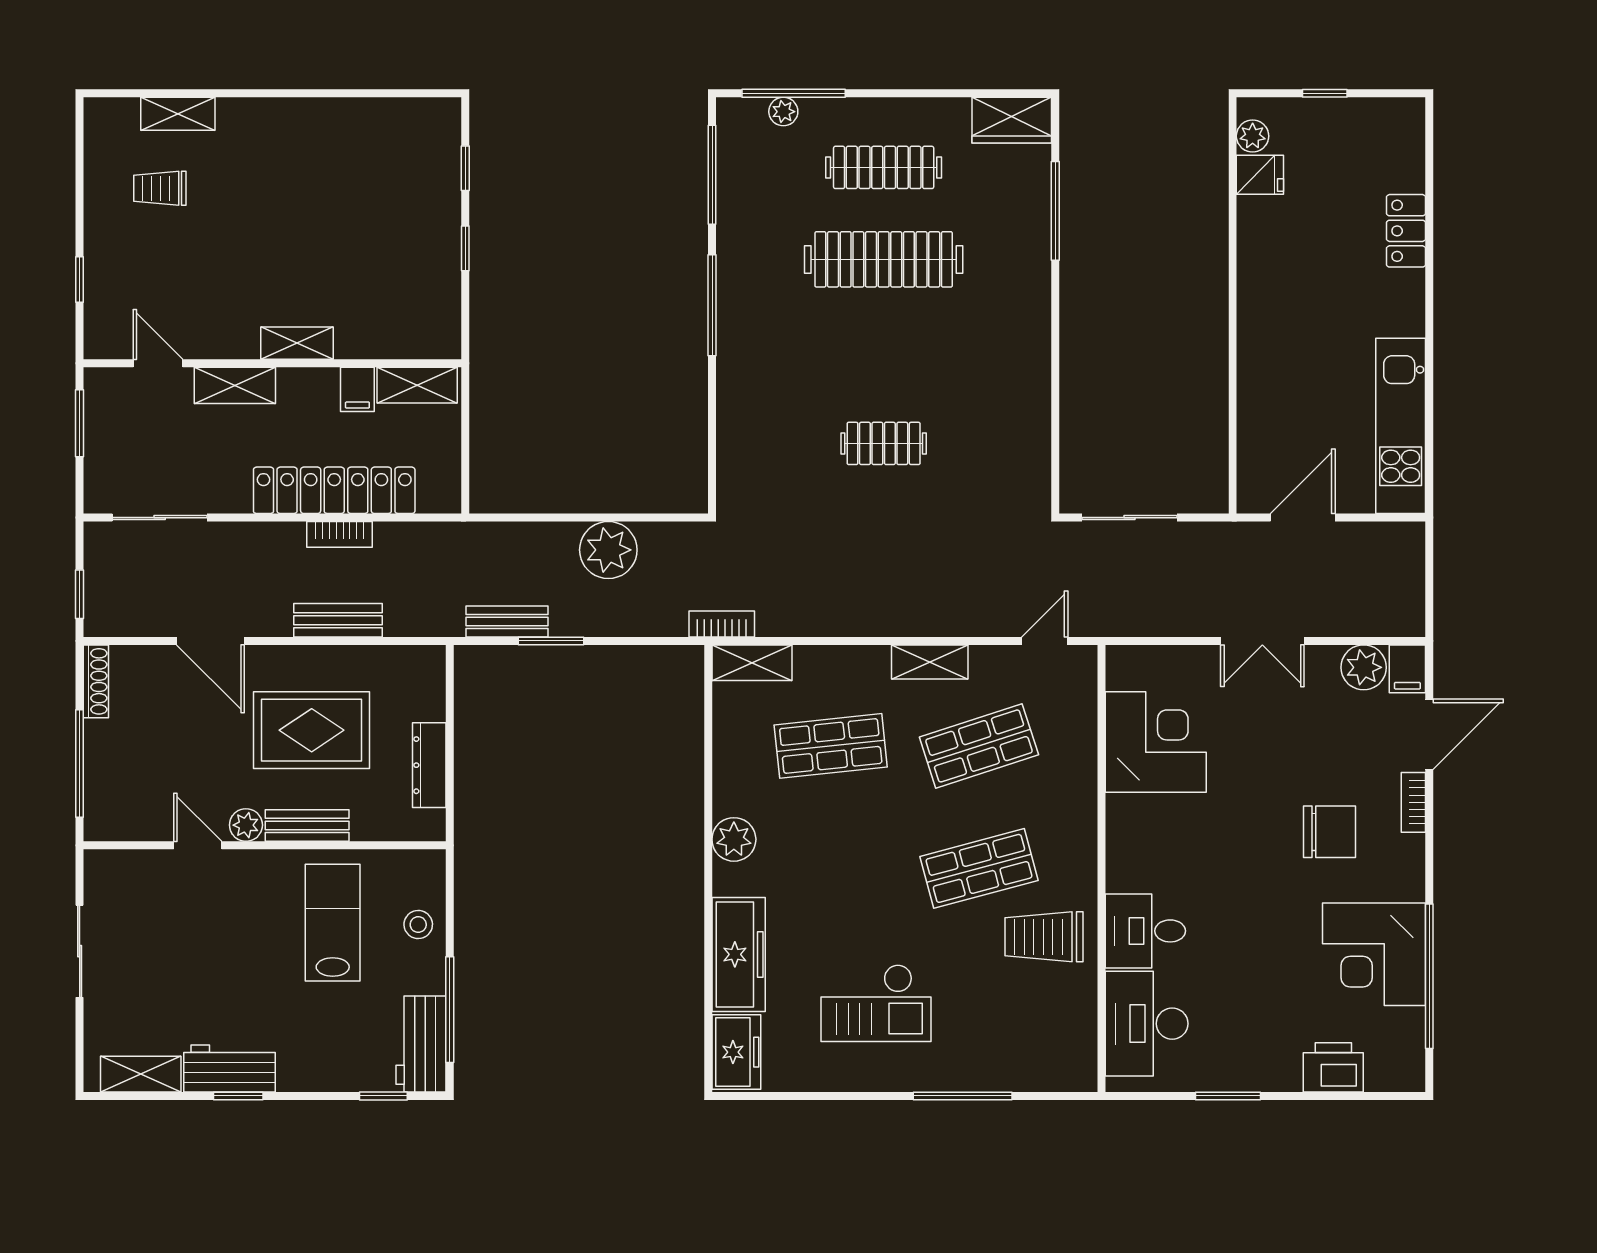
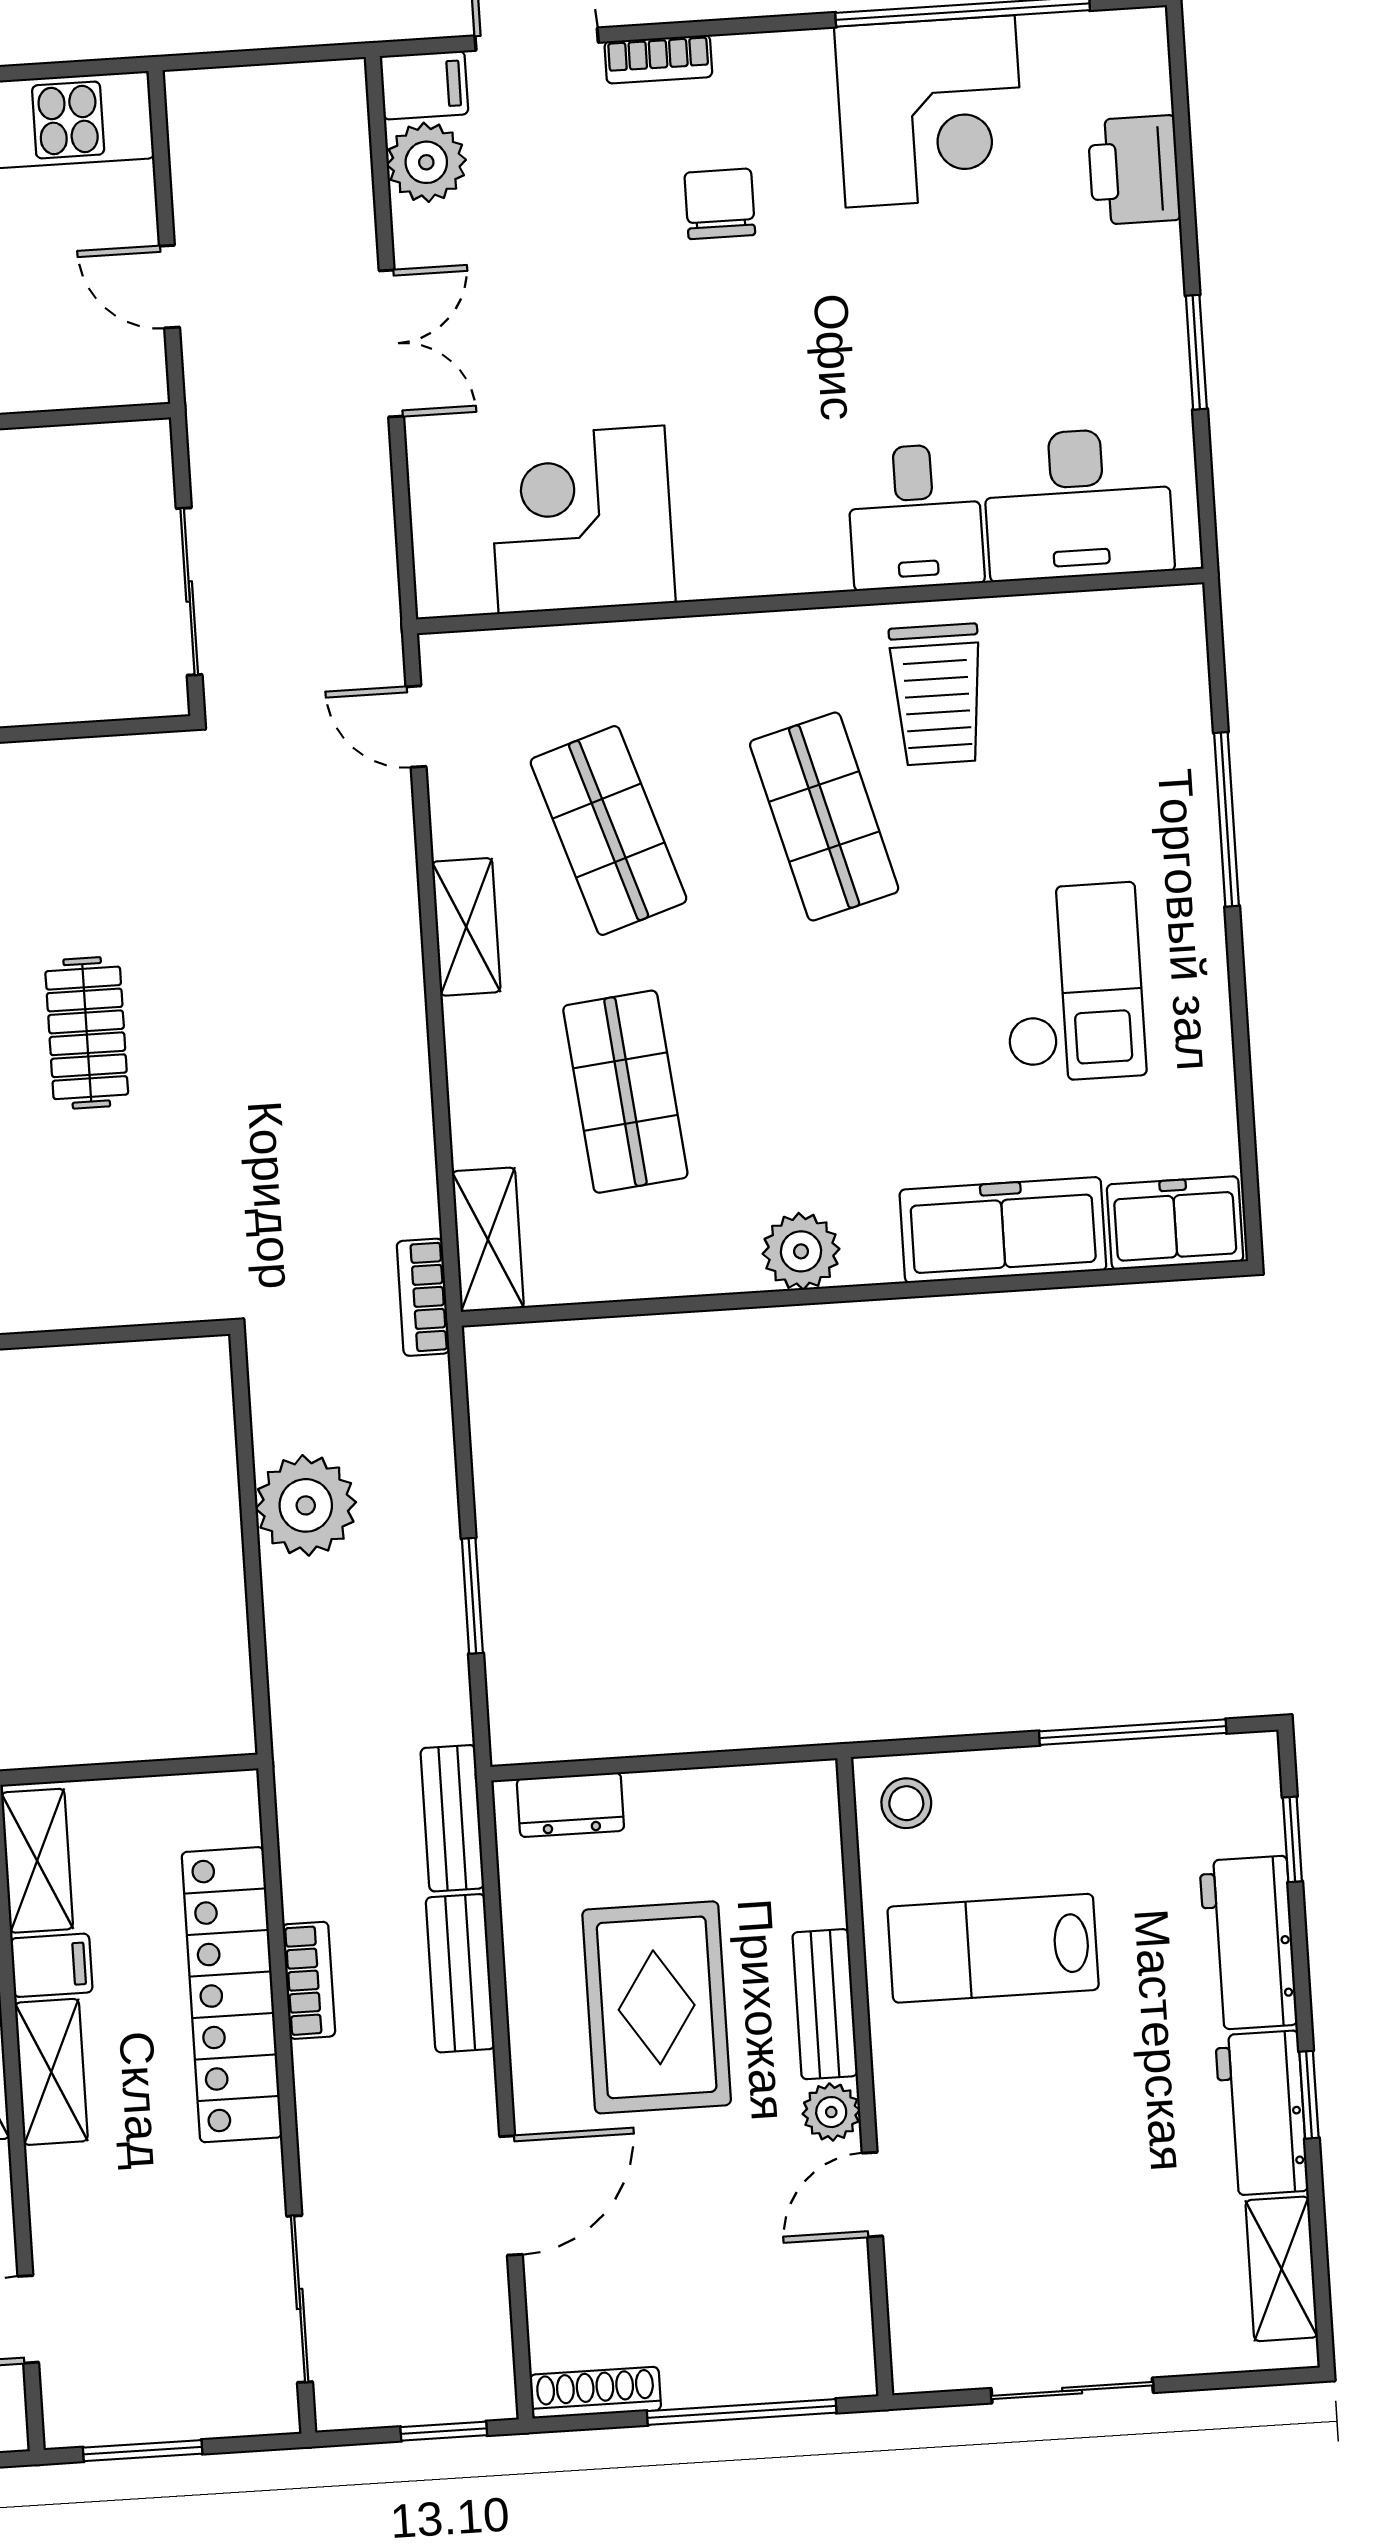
shelving: (235, 385) -> (51, 2072), moved
door: (1303, 518) -> (169, 287), width x0.73
bench: (507, 621) -> (452, 1818), moved
dresser: (429, 765) -> (570, 1805), moved, width x0.70
chair: (1329, 832) -> (720, 204), width x0.73, depth x0.73
stool: (418, 924) -> (906, 1803), moved
workbench: (421, 1044) -> (1248, 1943), moved, turned 90

